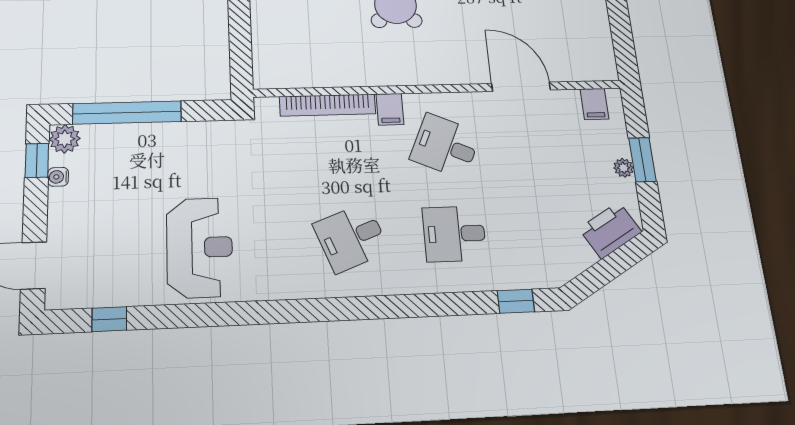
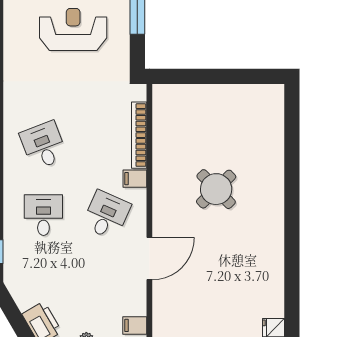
door: (521, 87) -> (149, 259), moved
reception desk: (200, 247) -> (73, 29), moved, turned 180

